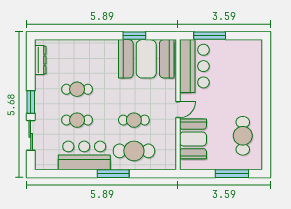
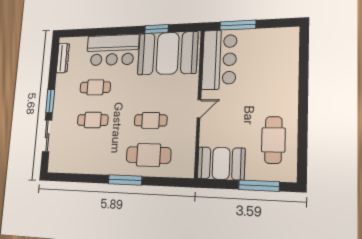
booth: (193, 139) -> (221, 163), moved, turned 90
bar counter: (84, 155) -> (112, 50), moved, turned 180

